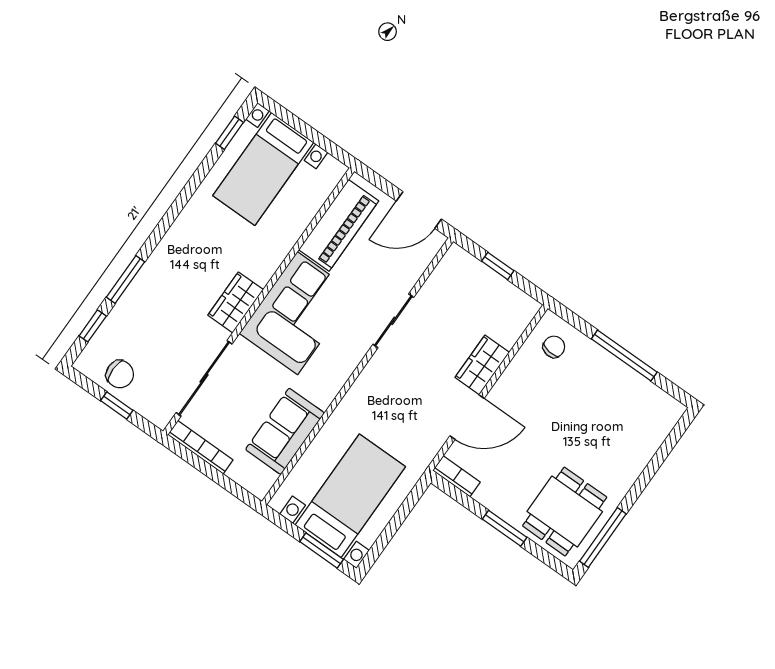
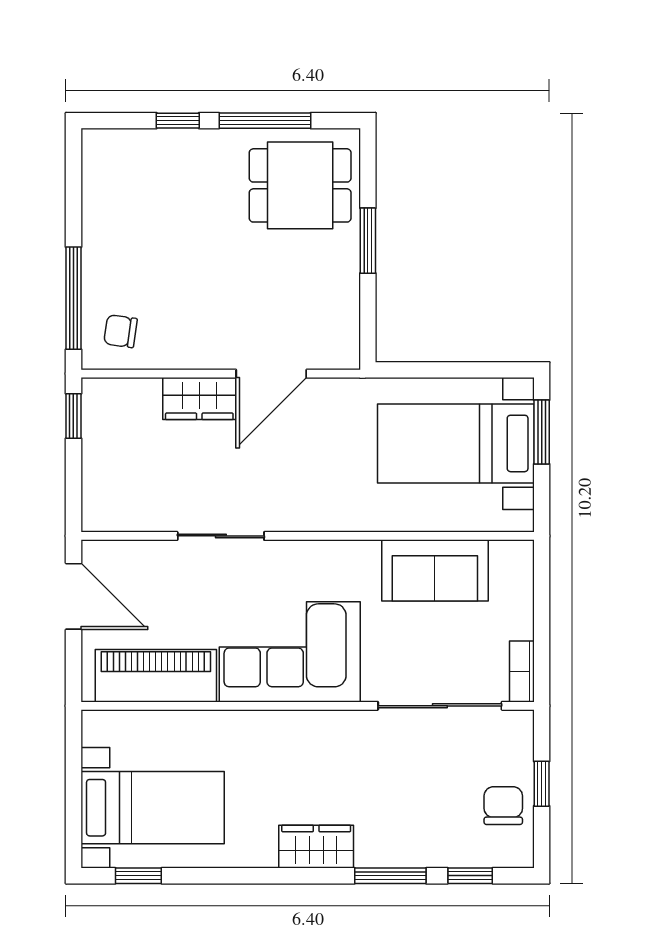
window: (498, 266) -> (73, 416), moved
wardrobe: (236, 302) -> (316, 847), moved, turned 180
window: (624, 356) -> (73, 298), moved
door: (467, 417) -> (271, 374), swing flipped
bookcase: (200, 447) -> (522, 671), width x0.64
window: (653, 467) -> (178, 121), added
bookcase: (456, 476) -> (348, 338), removed
window: (603, 538) -> (265, 121), moved

